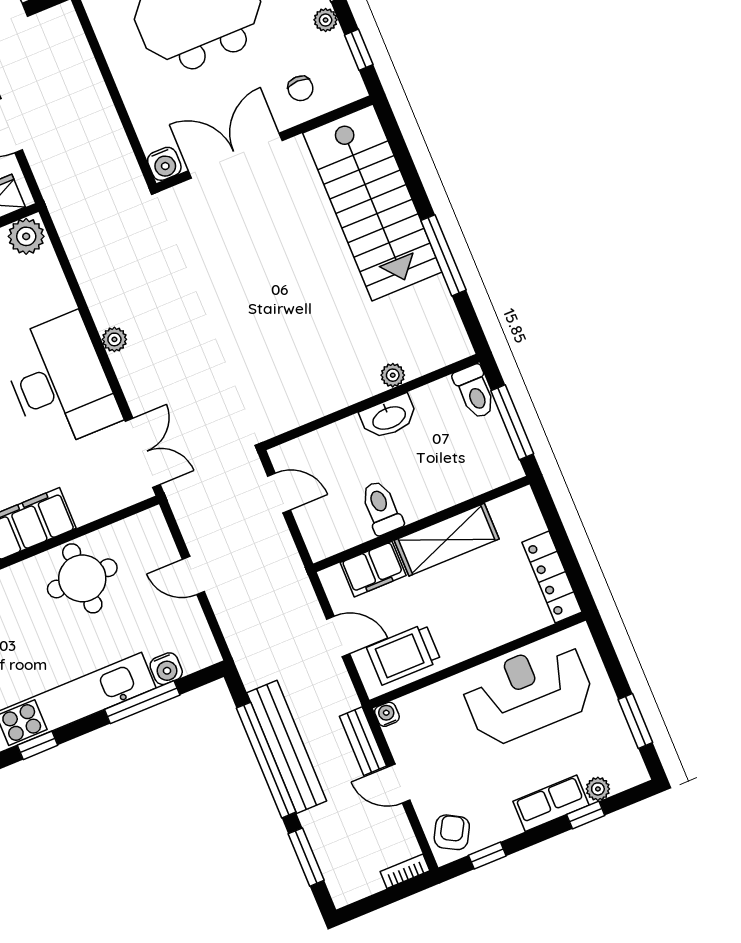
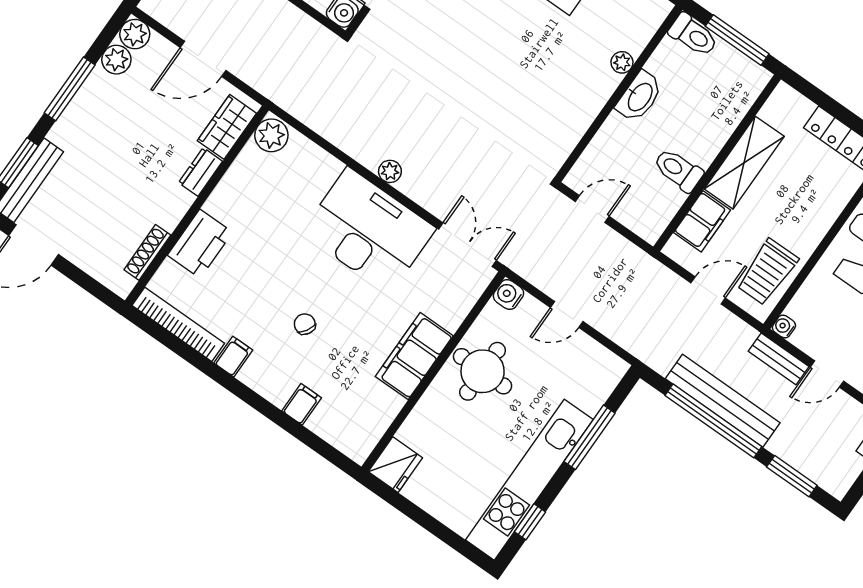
water cooler: (166, 669) -> (508, 295), moved, turned 180

